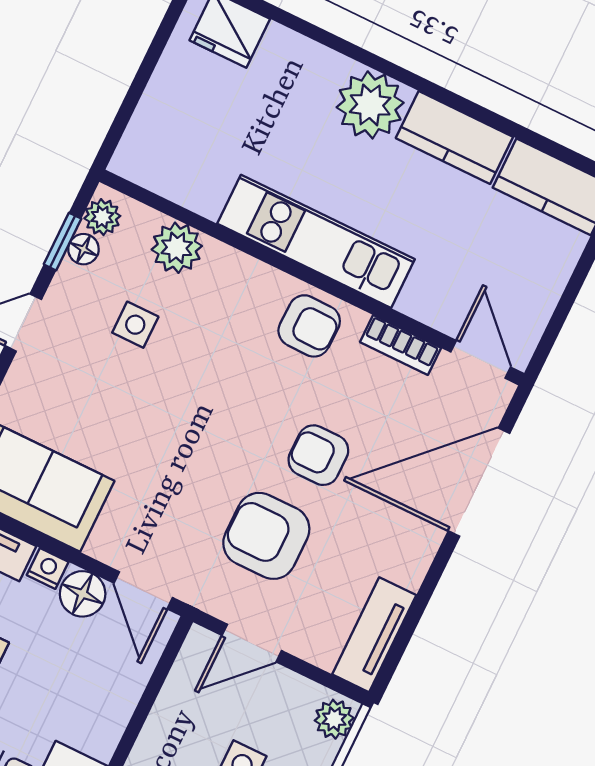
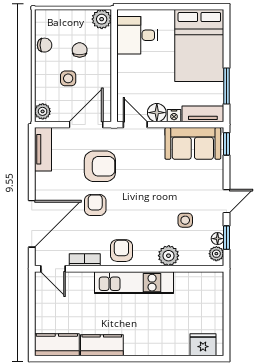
plant: (370, 105) -> (138, 342), removed
plant: (177, 248) -> (169, 256), moved
armchair: (309, 326) -> (121, 251), turned 89
armchair: (318, 455) -> (95, 205), turned -90
door: (252, 643) -> (86, 125), width x1.38

